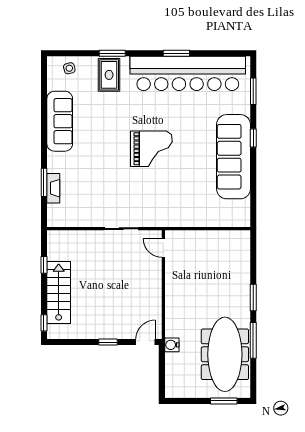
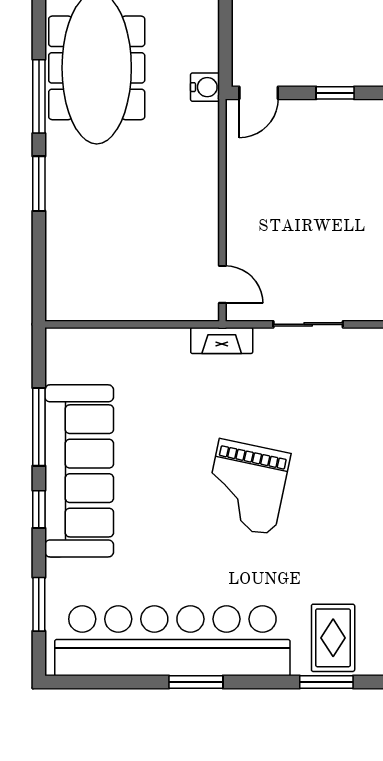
grand piano: (151, 149) -> (247, 487), turned -78
window: (253, 178) -> (39, 427), added
fireplace: (164, 221) -> (222, 341), added

